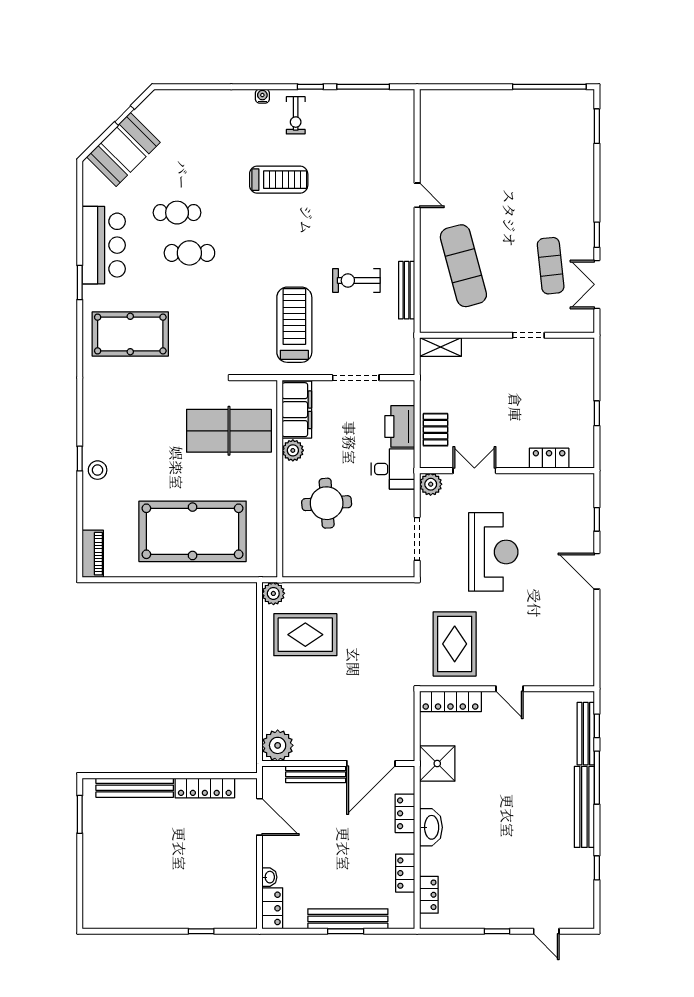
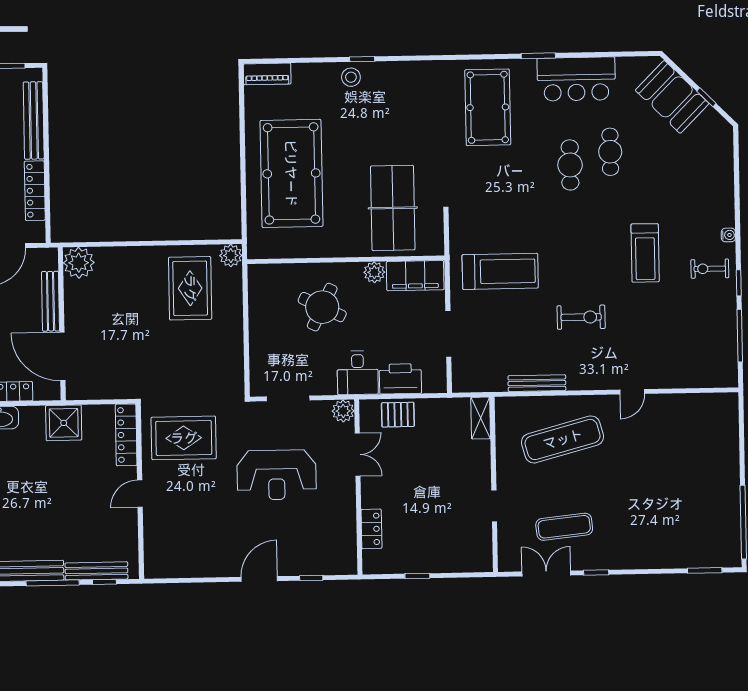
exercise bike: (356, 280) -> (581, 317), moved, turned 90
round table: (327, 503) -> (322, 307), turned 30

